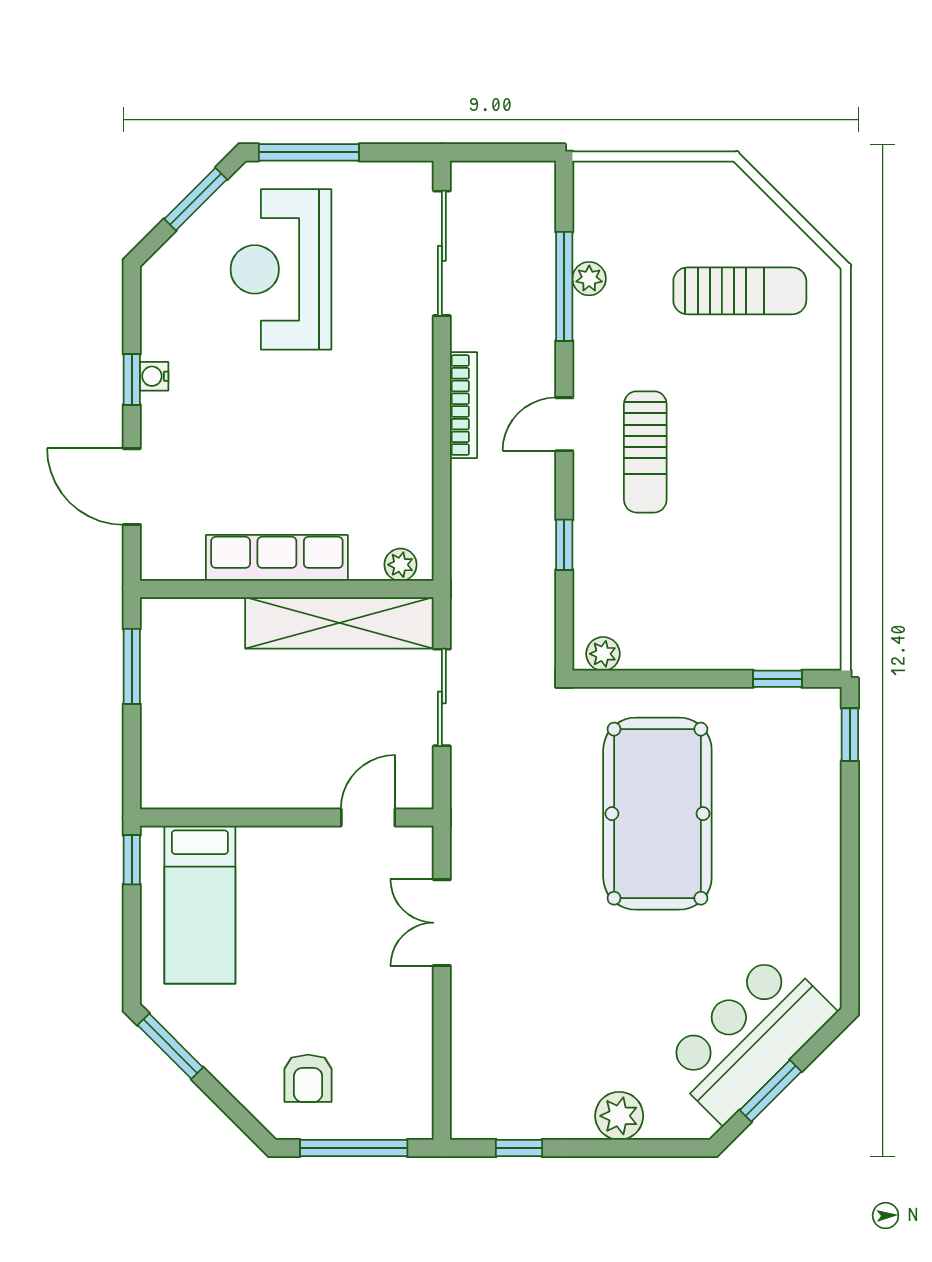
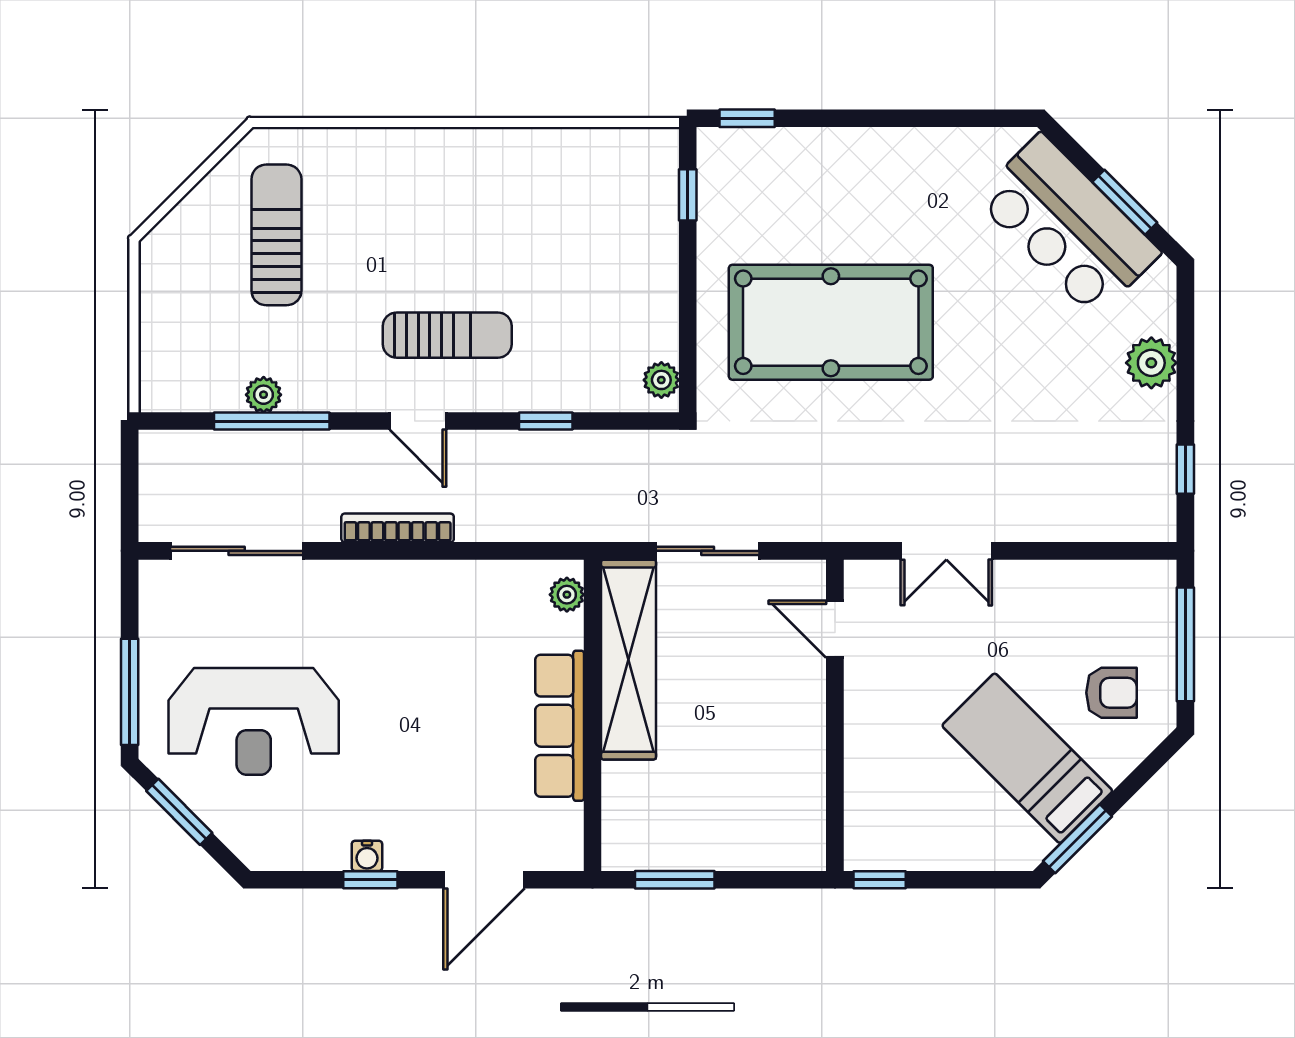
bed: (200, 905) -> (1027, 758), moved, turned -135

